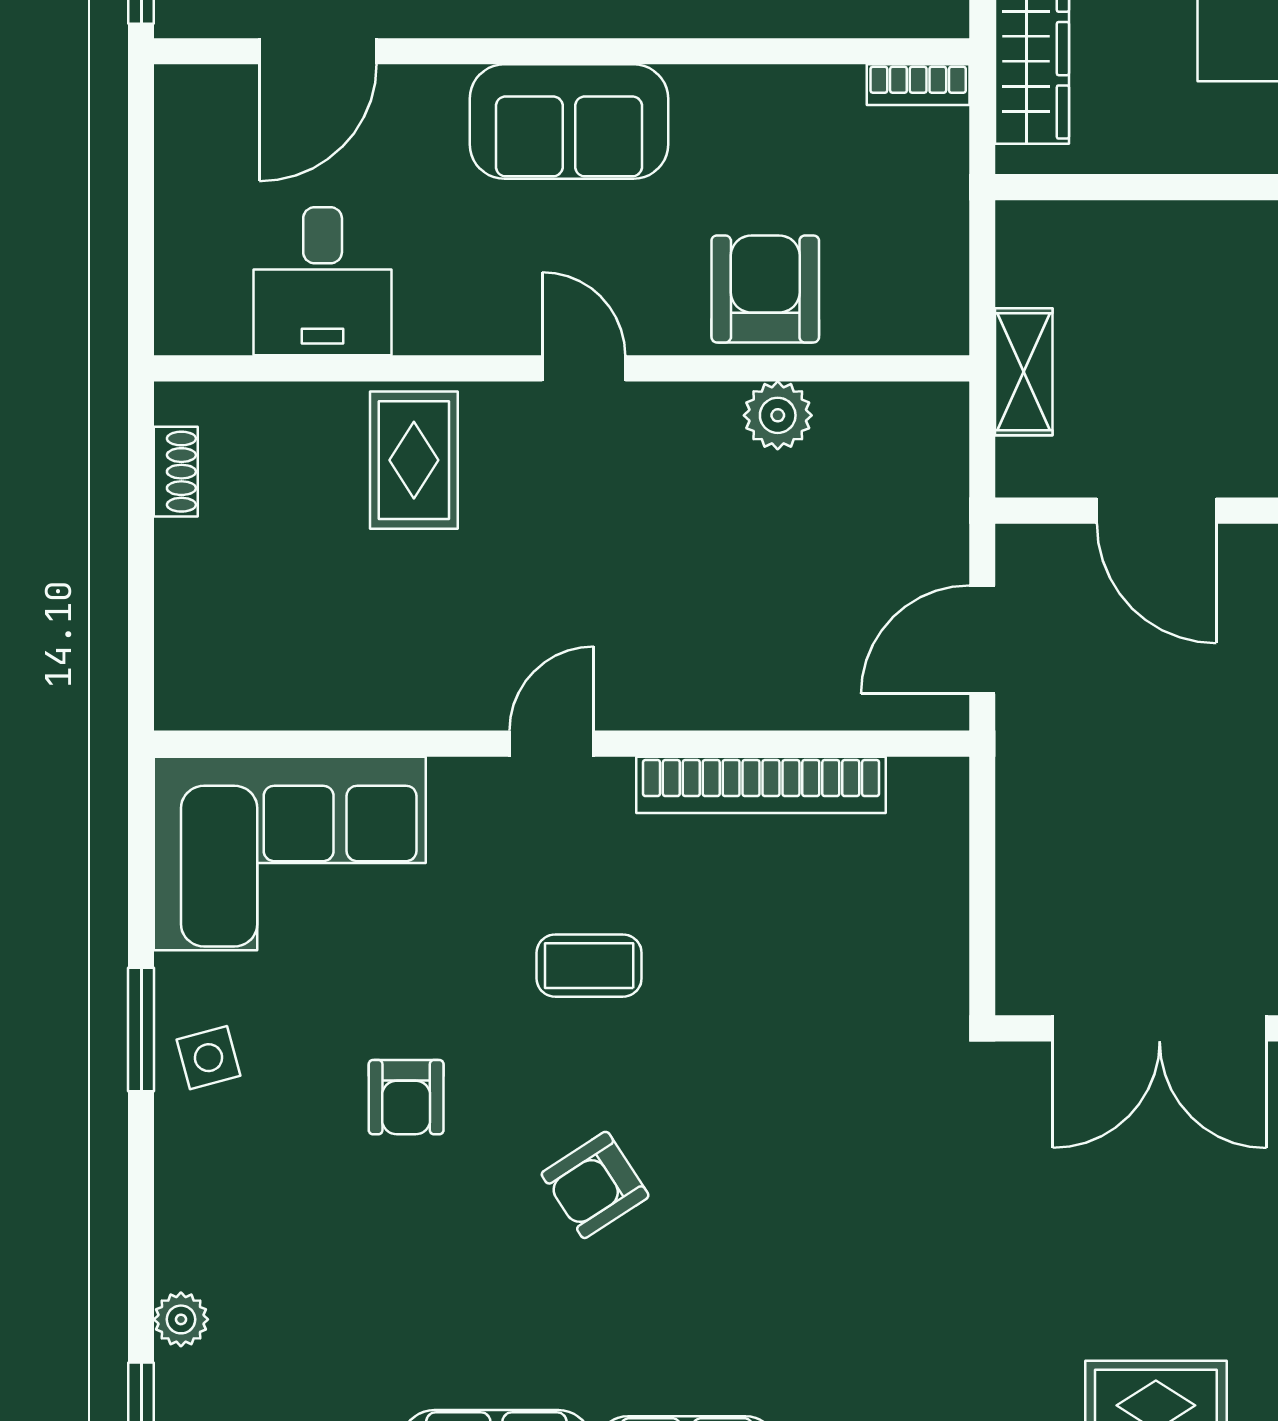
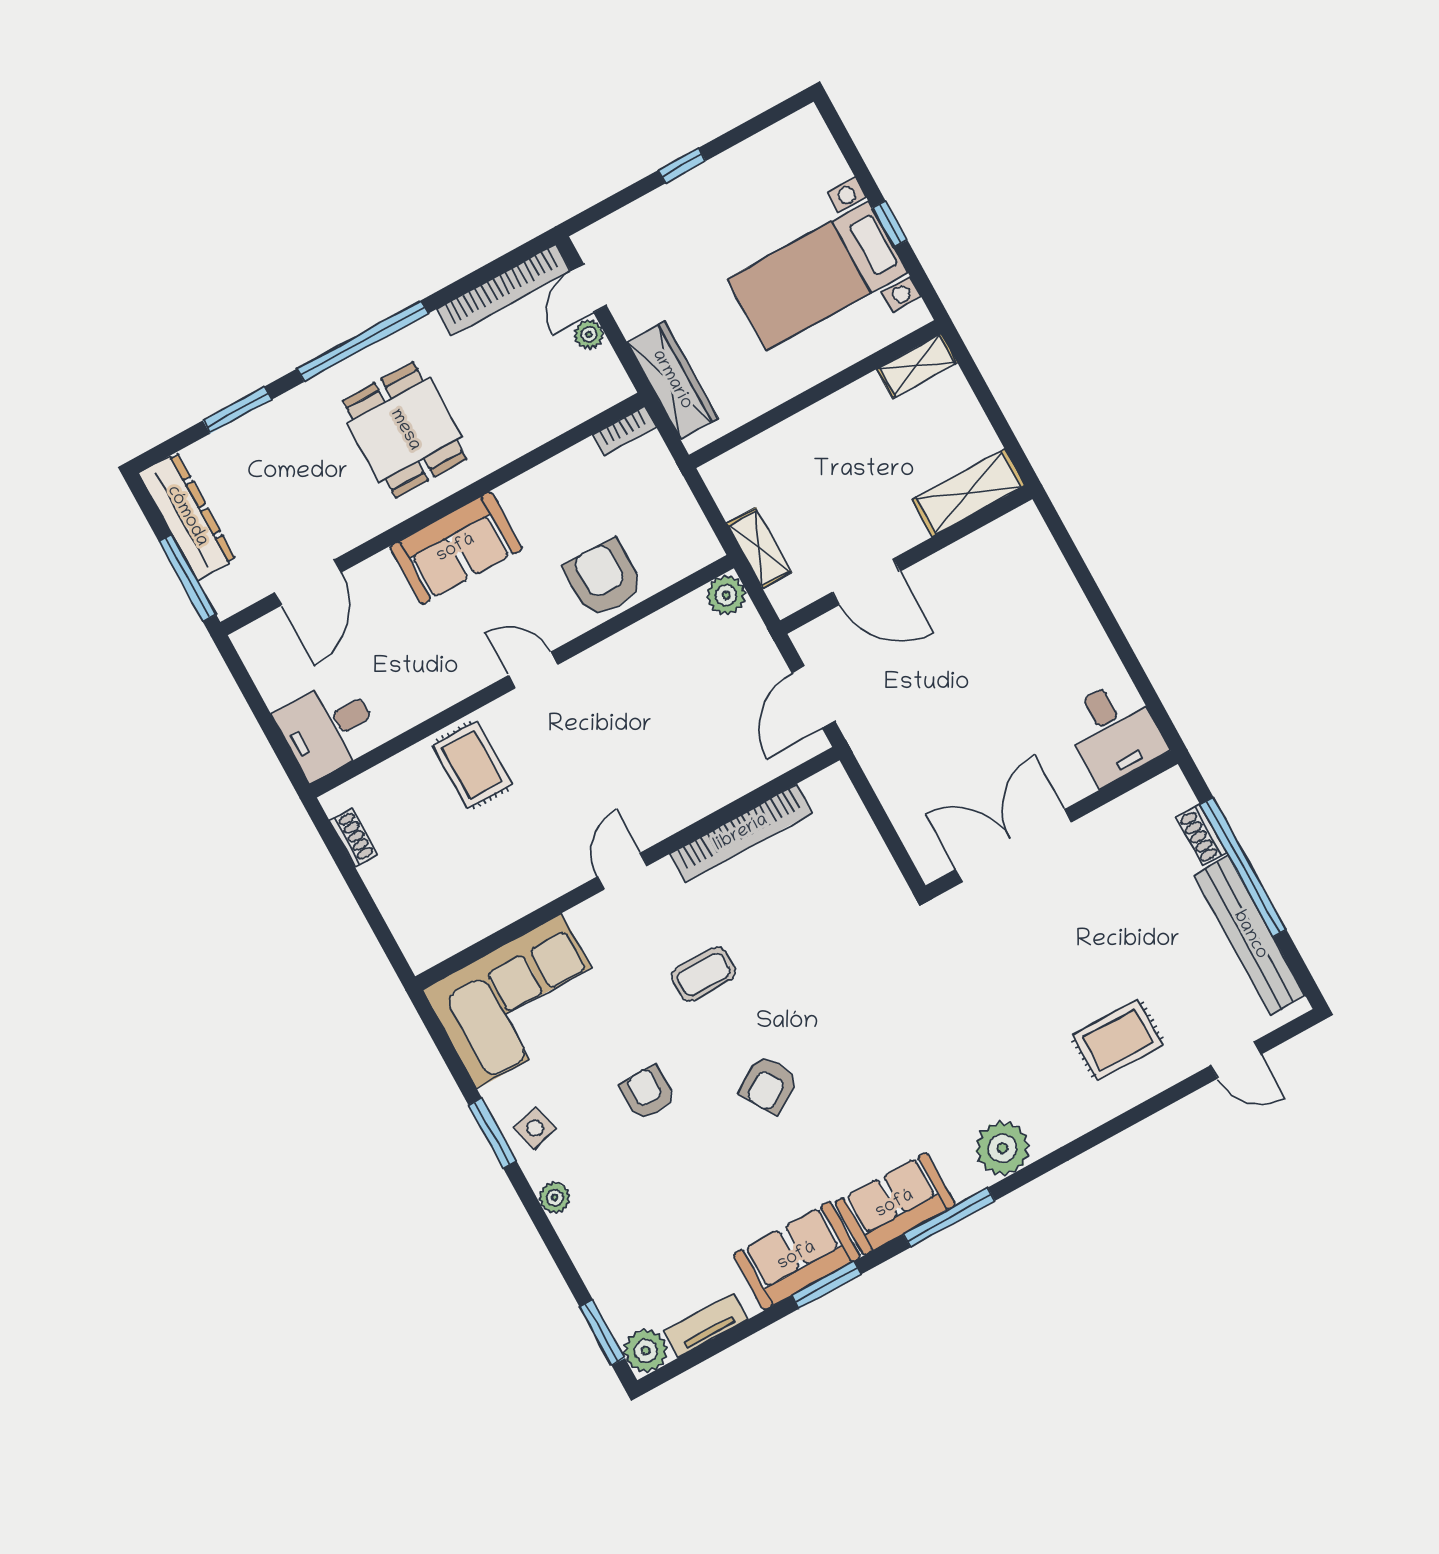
desk: (323, 281) -> (328, 728), moved, turned 90
plant: (778, 415) -> (726, 595), moved
double door: (1160, 1028) -> (1013, 846), swing flipped
armchair: (406, 1097) -> (647, 1093), turned 180
plant: (181, 1319) -> (555, 1197), moved

